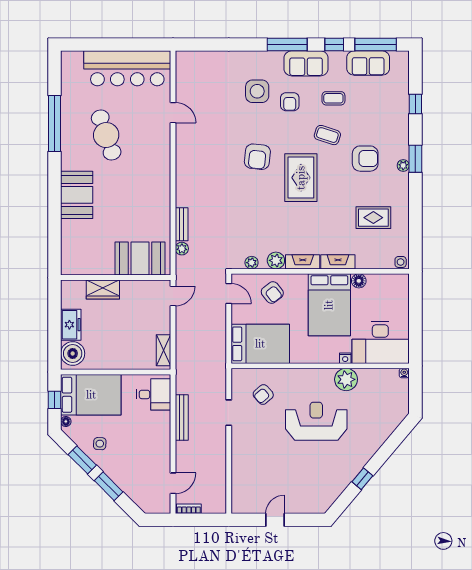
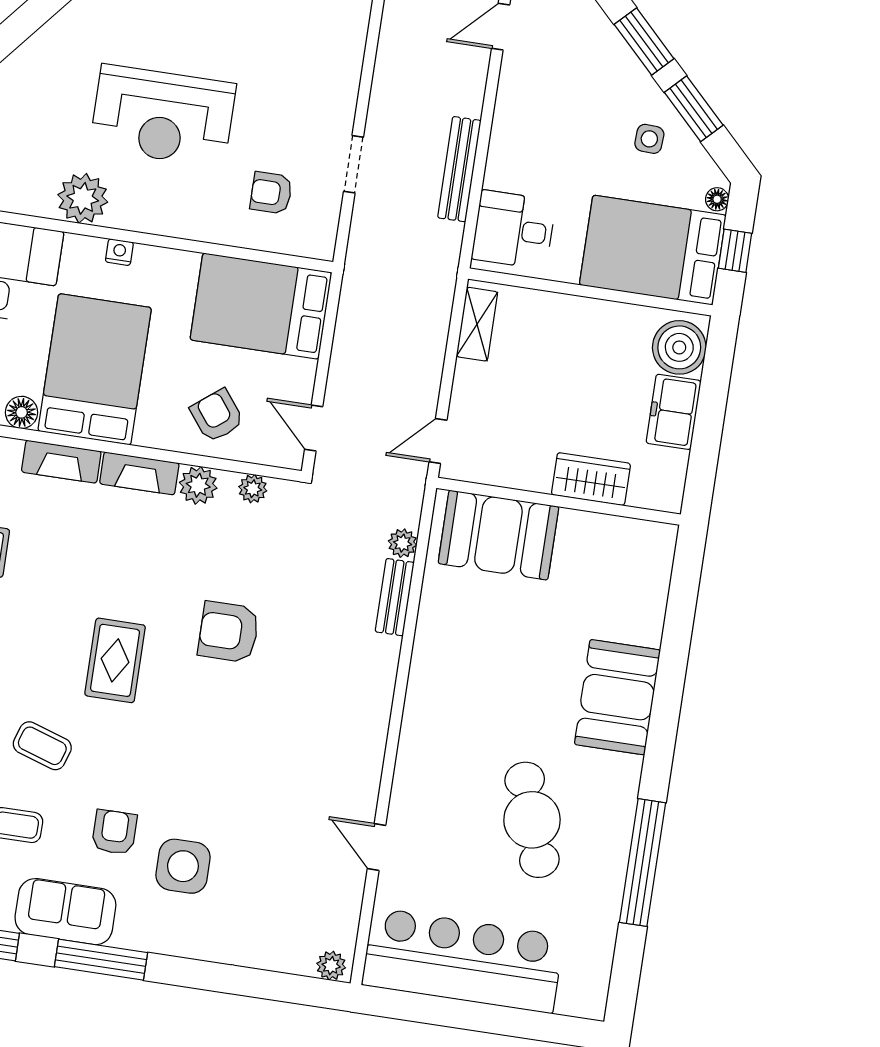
plant: (185, 57) -> (331, 966), added
armchair: (257, 157) -> (229, 632), moved, turned -96
rug: (301, 178) -> (115, 660), width x0.73, depth x0.70
nightstand: (345, 358) -> (119, 252), moved
armchair: (263, 394) -> (271, 193), turned -139

